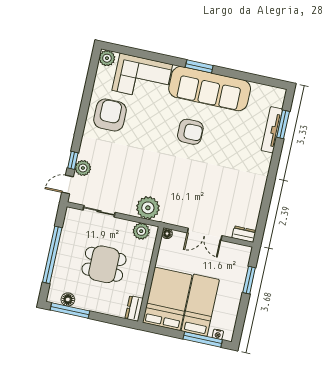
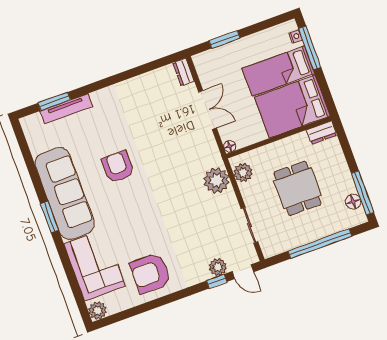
armchair: (190, 132) -> (118, 167), moved

